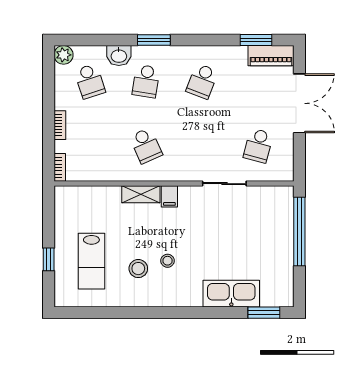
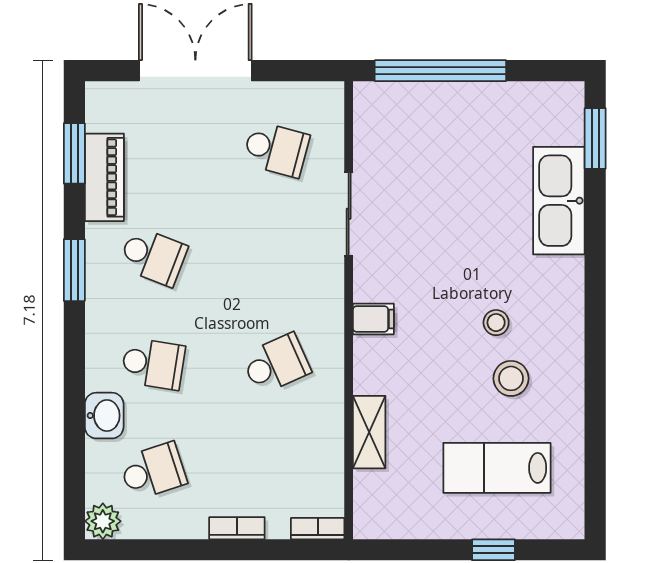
window: (154, 40) -> (74, 270), moved
piano: (271, 56) -> (104, 177), moved
shelving: (141, 194) -> (369, 432), moved
lab bench: (91, 261) -> (497, 468), turned 180

